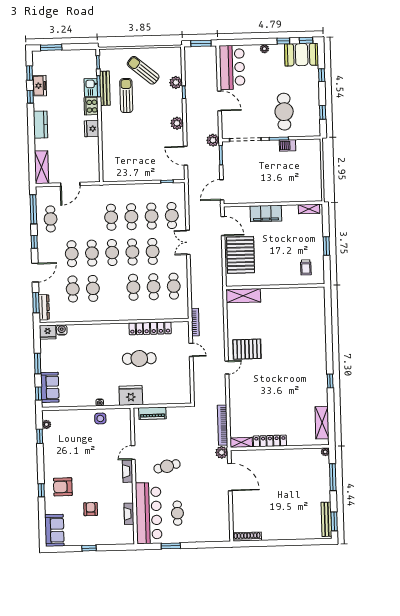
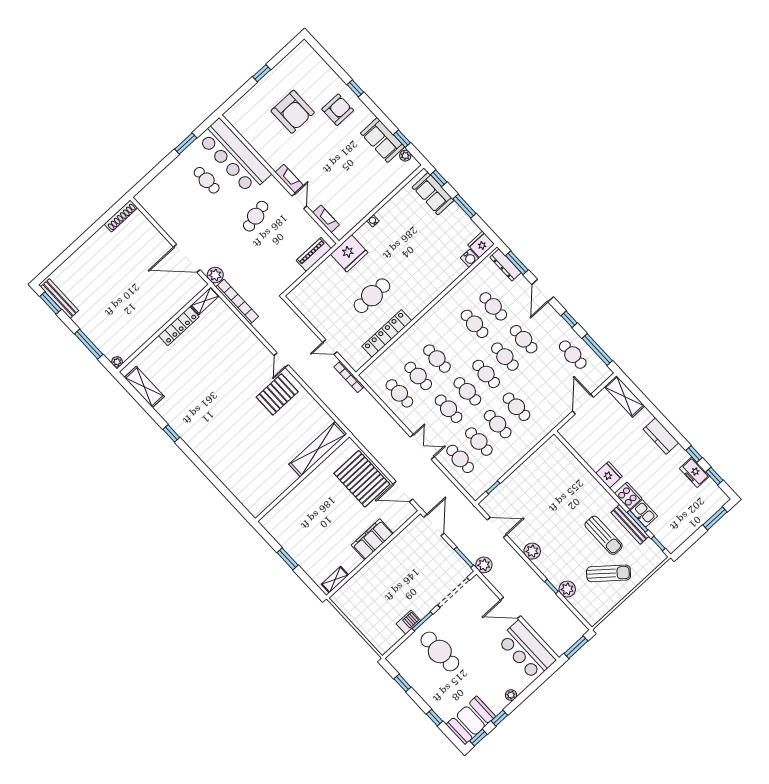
trolley: (306, 267) -> (289, 521), removed
shelving: (243, 296) -> (318, 449), width x1.47
side table: (100, 418) -> (359, 206), removed
armchair: (91, 509) -> (293, 112), width x1.88, depth x1.88
fireplace: (129, 514) -> (326, 219), moved
sofa: (54, 530) -> (382, 140), moved

